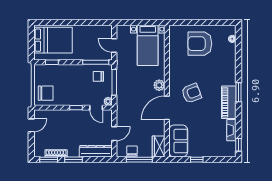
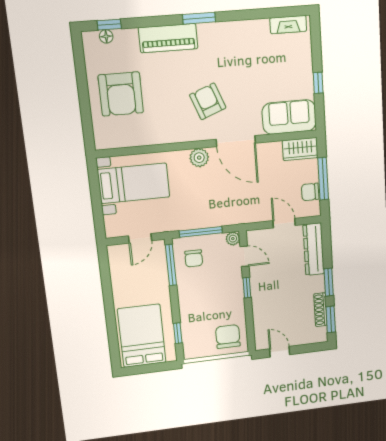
piano: (229, 102) -> (168, 38), moved
door: (96, 108) -> (244, 256), hinge flipped
fireplace: (231, 130) -> (288, 25), moved
window: (239, 145) -> (109, 25), moved

